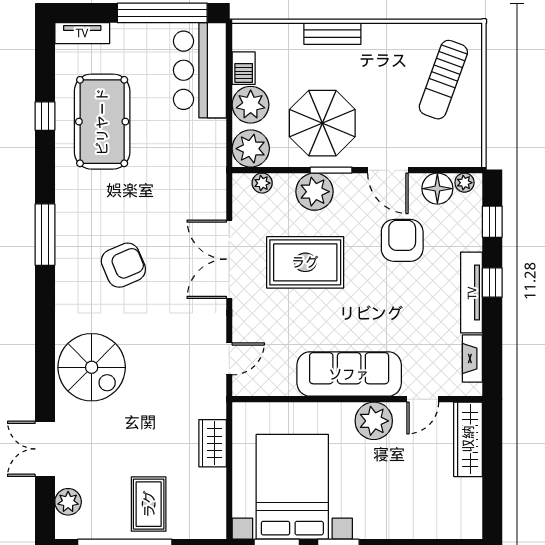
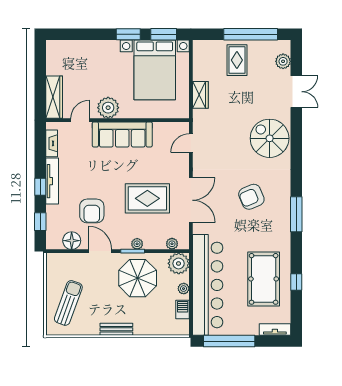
bench: (332, 34) -> (116, 329), moved
bar counter: (200, 70) -> (208, 285), width x1.86
plant: (251, 105) -> (184, 289), width x0.53, depth x0.53
plant: (464, 183) -> (56, 244), removed
plant: (315, 192) -> (137, 244), width x0.53, depth x0.53

